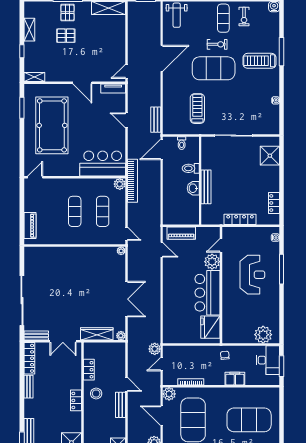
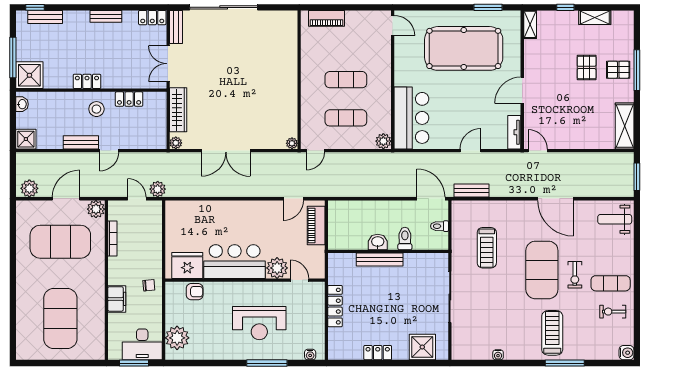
treadmill: (197, 109) -> (487, 248), turned 90
bookcase: (132, 181) -> (388, 159), removed
locker: (274, 203) -> (378, 353), moved
armchair: (229, 322) -> (195, 292), added
locker: (29, 358) -> (152, 18), width x0.66

